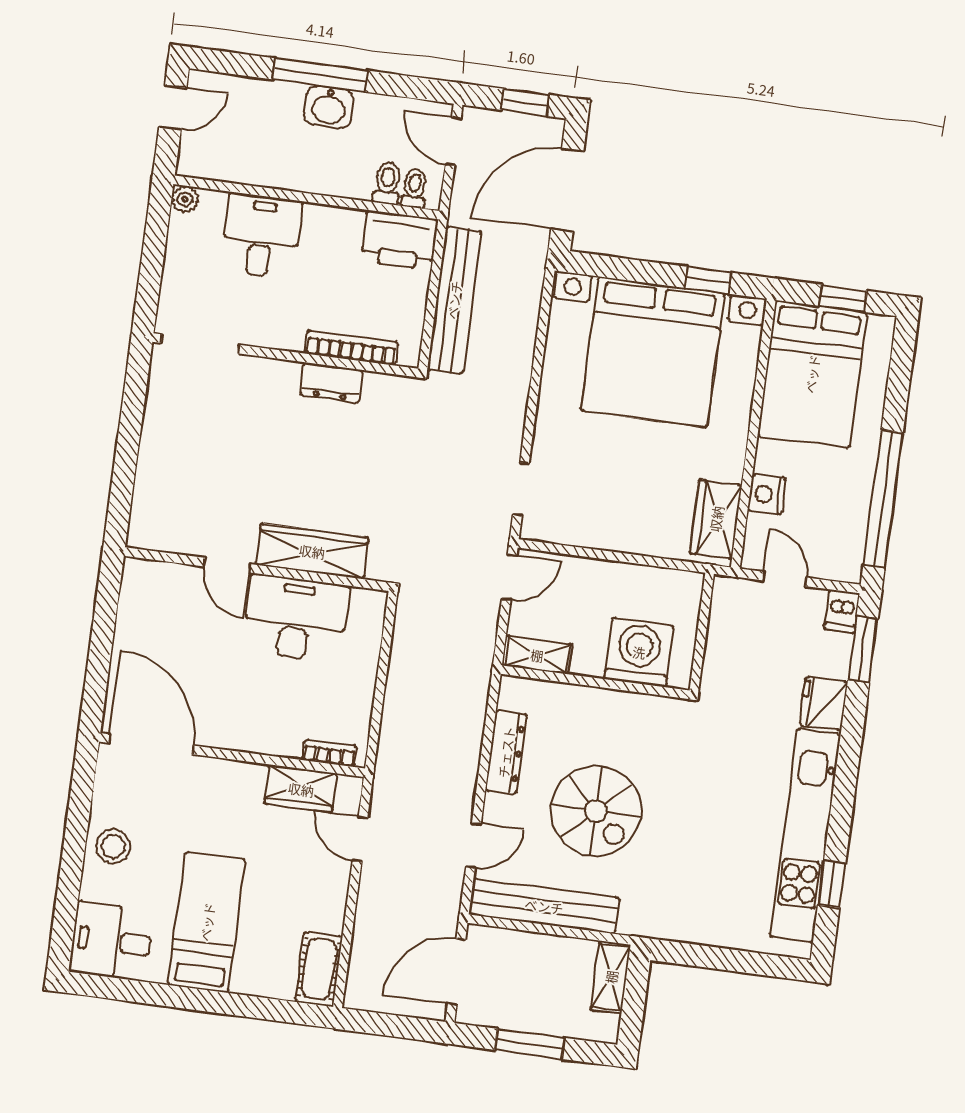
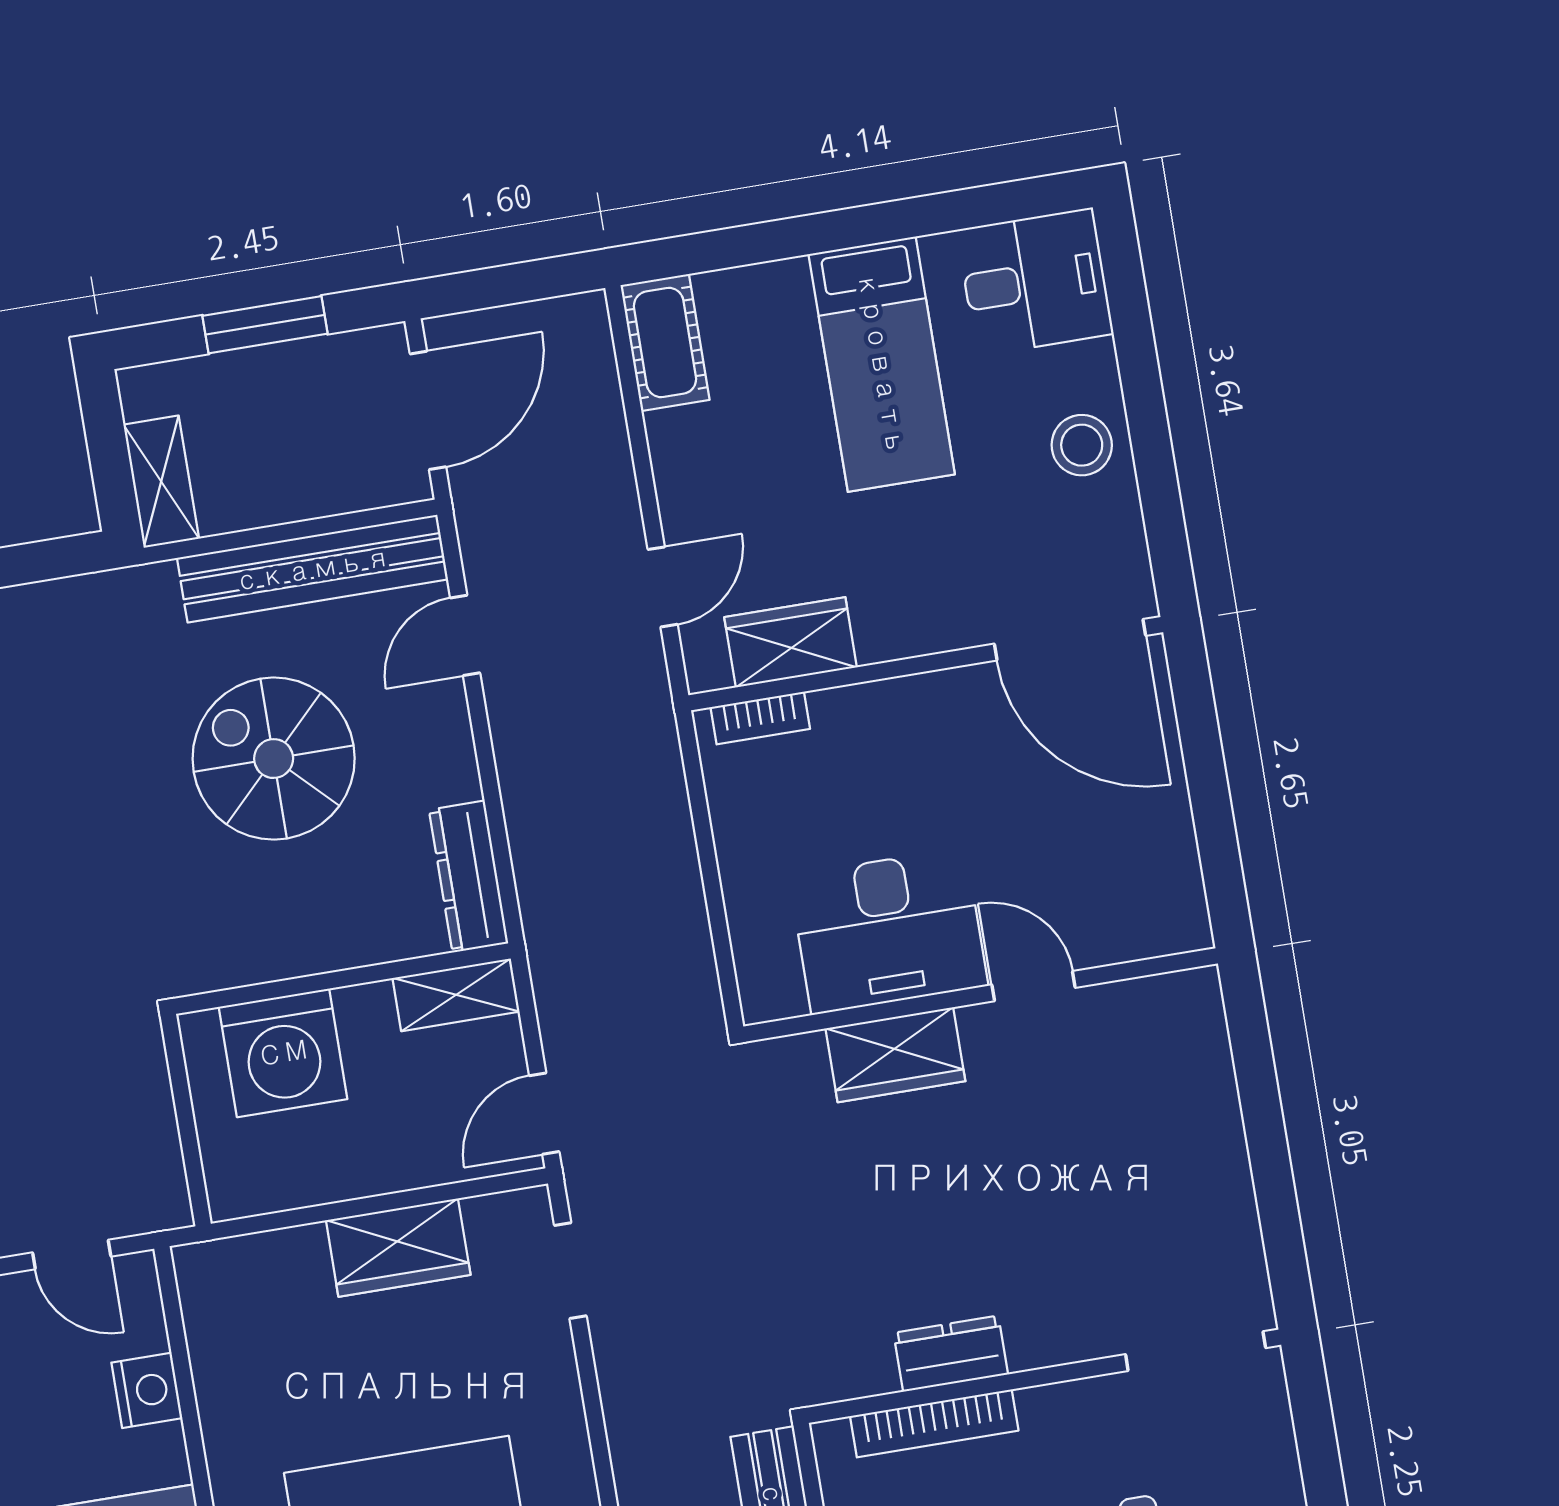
wardrobe: (716, 519) -> (398, 1248), moved, turned 90
wardrobe: (312, 551) -> (895, 1055), width x0.67
dresser: (506, 752) -> (469, 877), moved
door: (360, 839) -> (663, 587), hinge flipped

